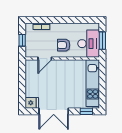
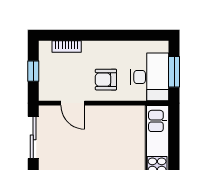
door: (45, 59) -> (73, 103), hinge flipped
sliding door: (22, 78) -> (33, 137), added

